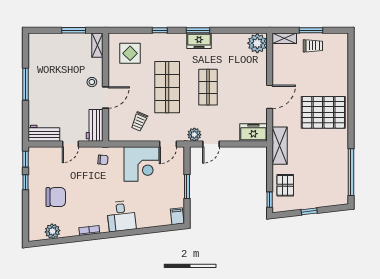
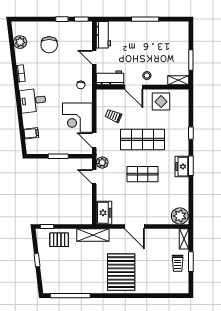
display table: (130, 53) -> (161, 102), moved
filing cabinet: (177, 216) -> (31, 133), moved

